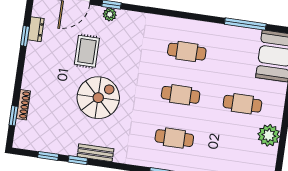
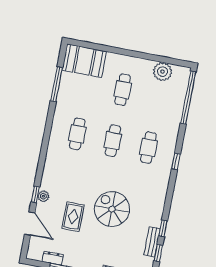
rug: (87, 51) -> (73, 217), turned 90
plant: (269, 135) -> (163, 72), moved
bench: (95, 153) -> (152, 242), moved

